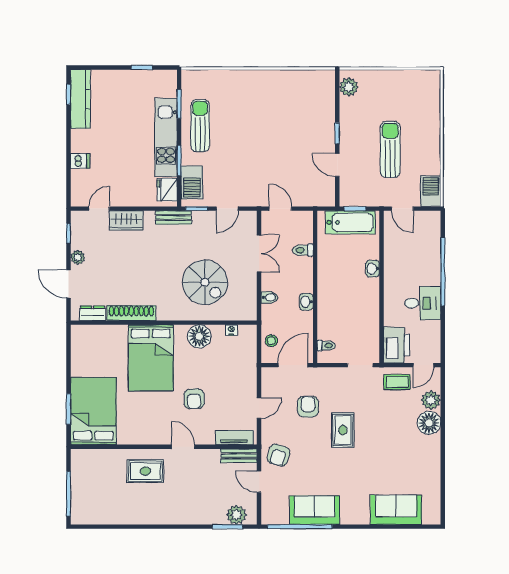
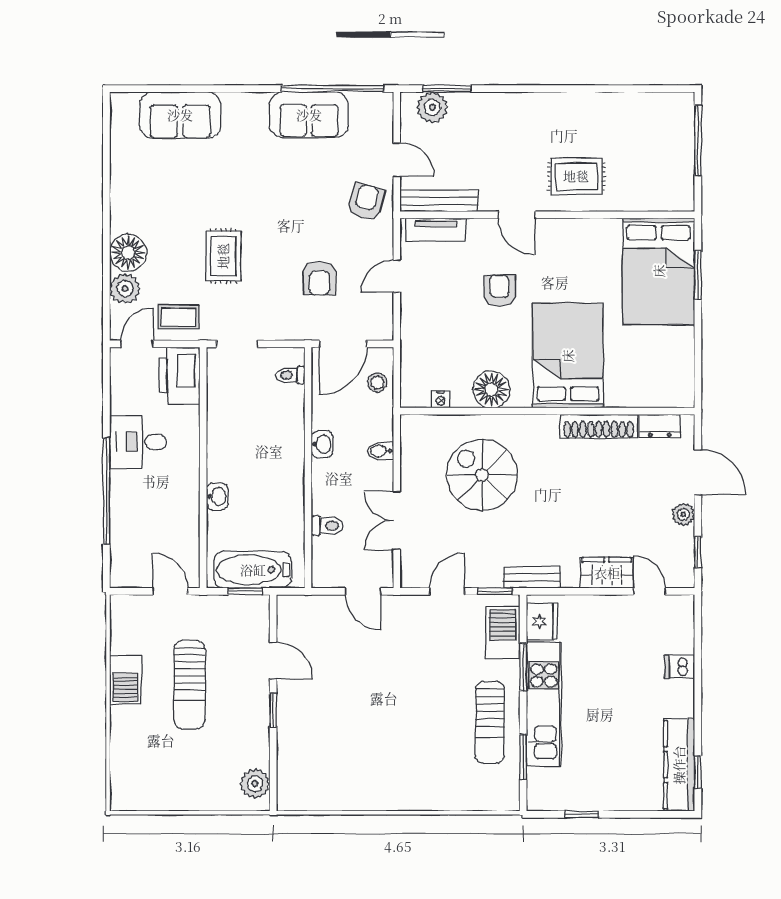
barbecue: (431, 191) -> (125, 680), moved
door: (99, 209) -> (649, 591), swing flipped
rug: (343, 430) -> (223, 256), moved
bench: (239, 456) -> (439, 201), width x1.36

